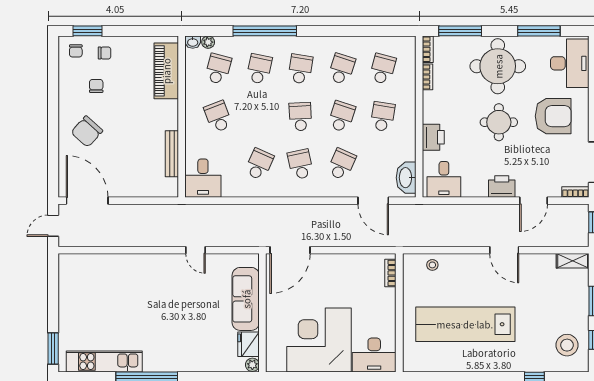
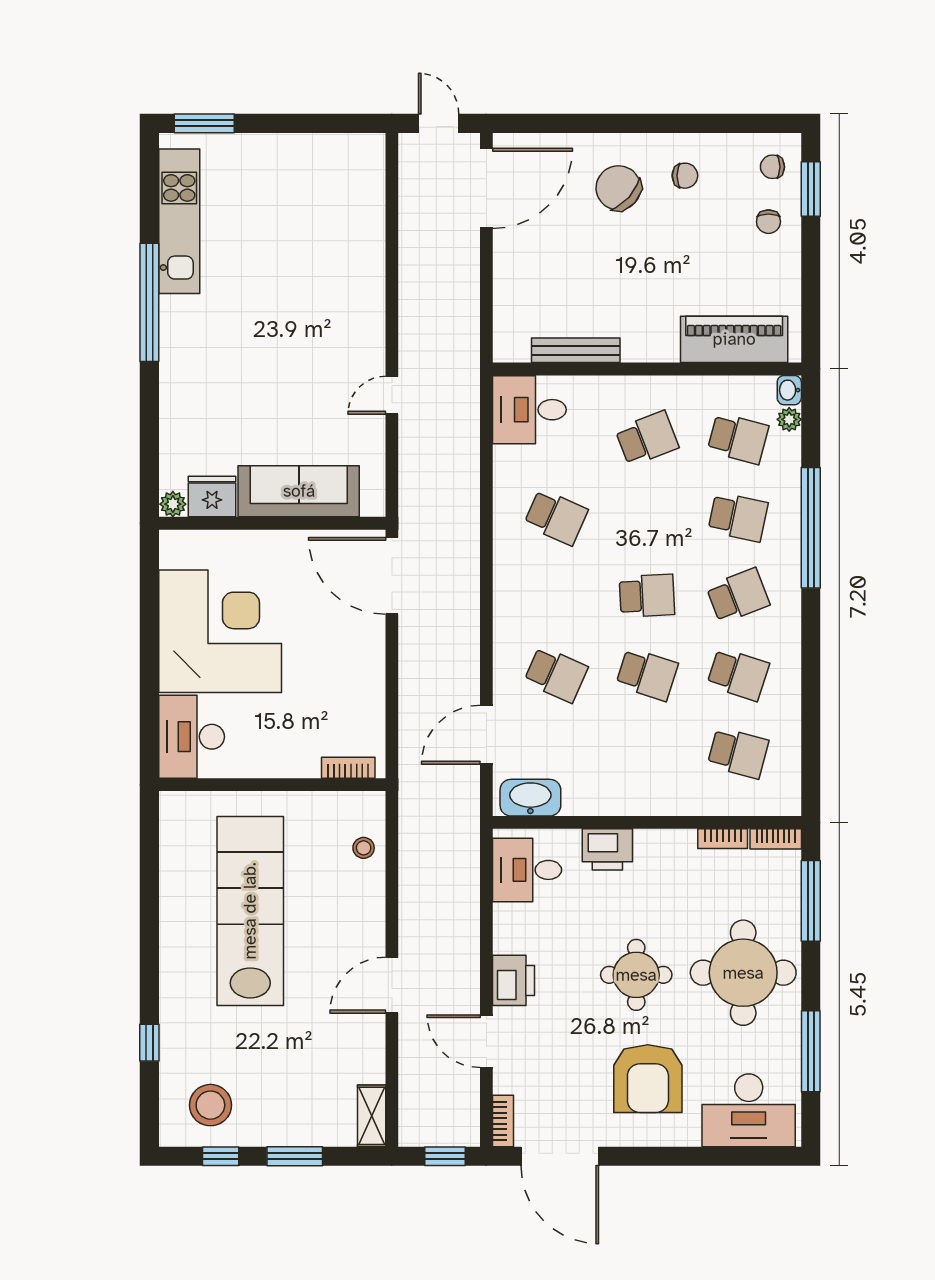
school desk: (300, 69) -> (738, 596), turned -30
chair: (96, 86) -> (685, 176), moved
school desk: (383, 117) -> (647, 753), removed
school desk: (300, 164) -> (556, 596), removed

